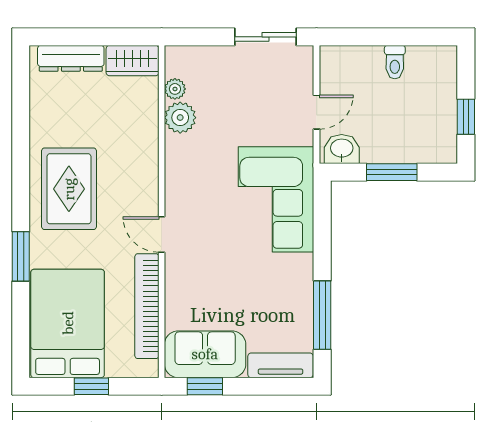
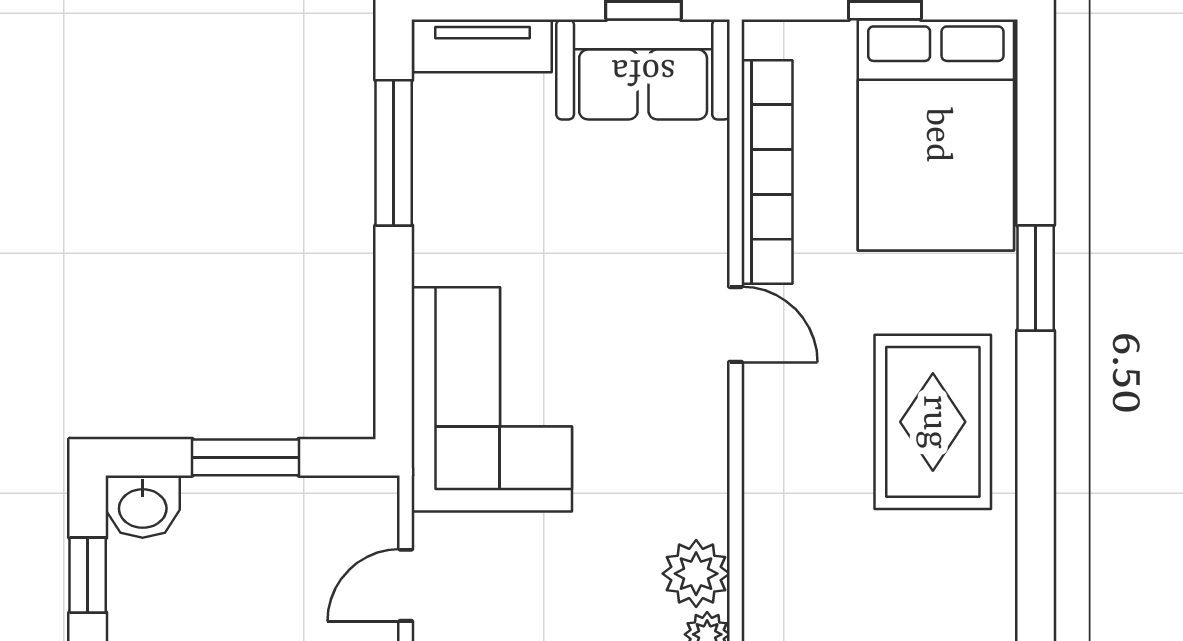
washbasin: (342, 149) -> (143, 507), moved

